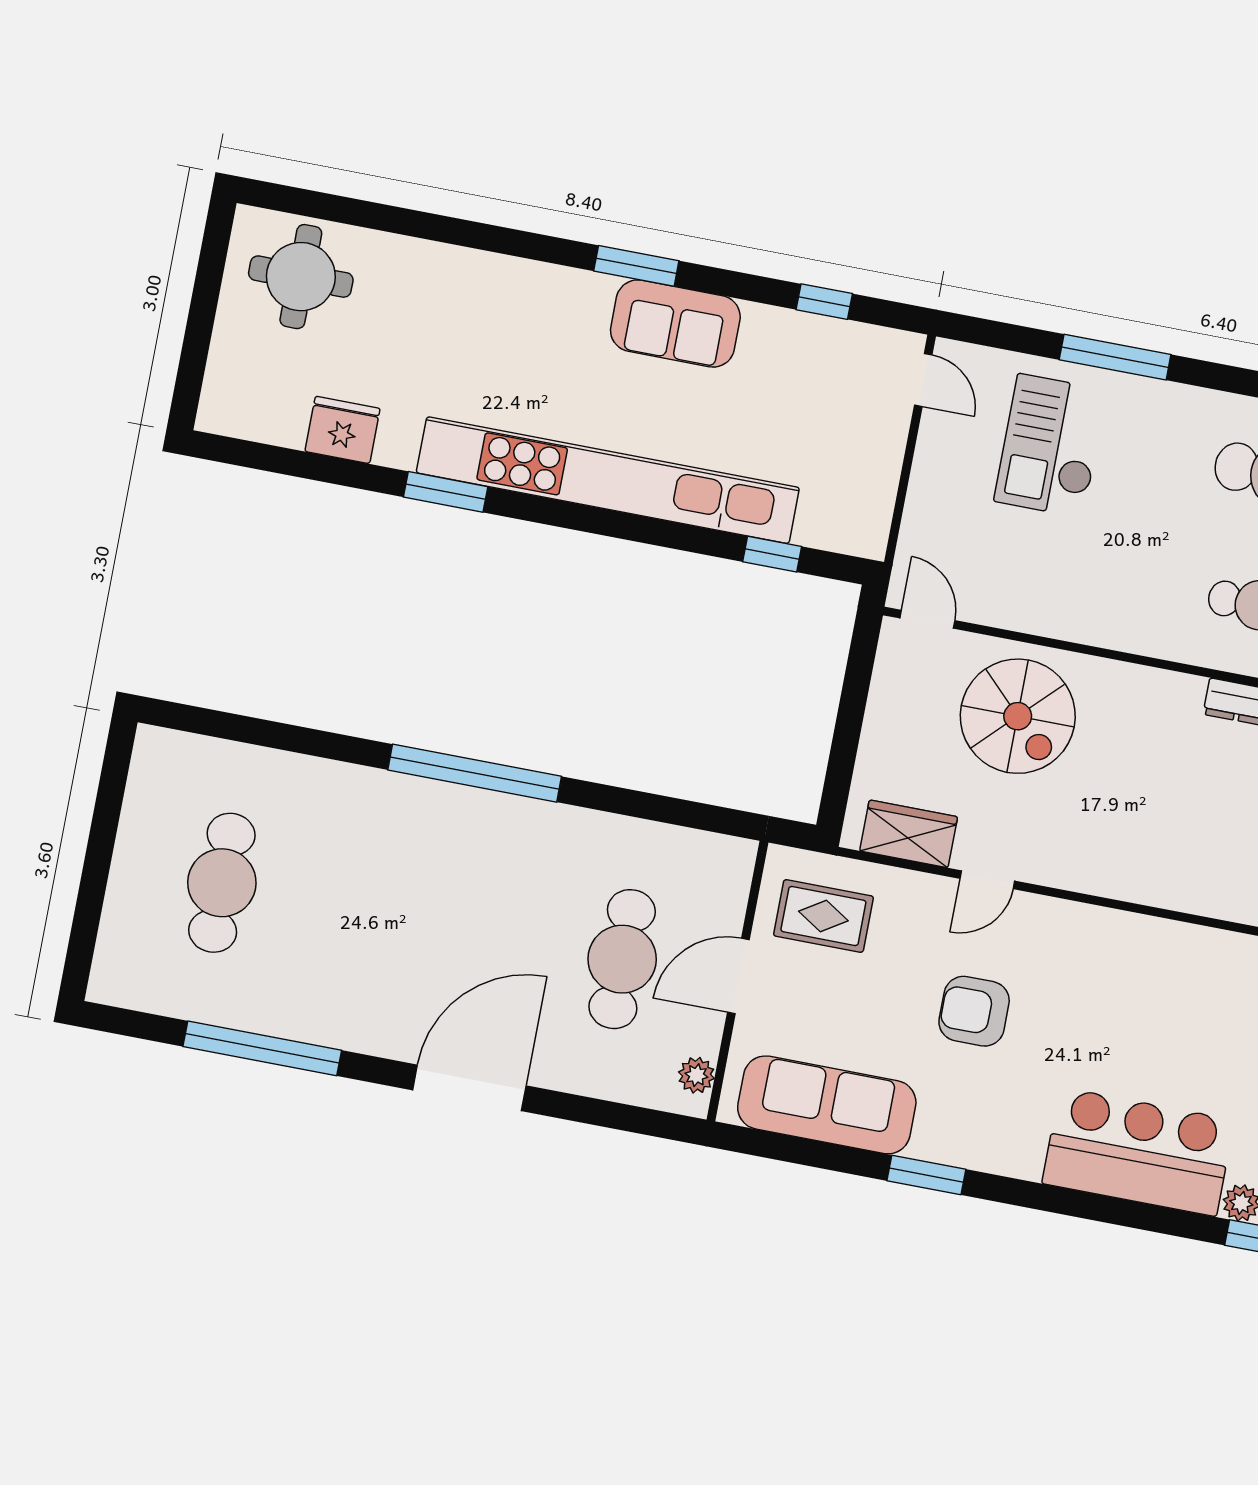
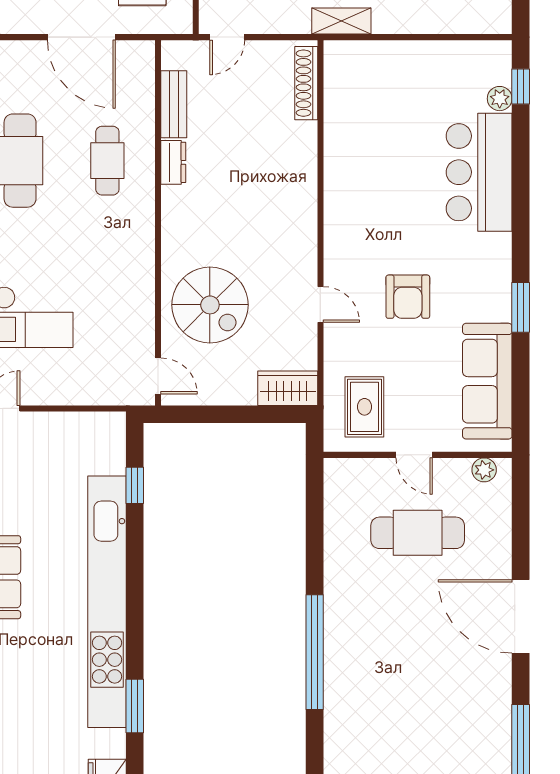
door: (927, 619) -> (158, 376), swing flipped
spiral stairs: (1018, 716) -> (210, 305), turned 90
wardrobe: (909, 834) -> (288, 388), moved, turned 90
door: (738, 976) -> (414, 455), width x0.73

